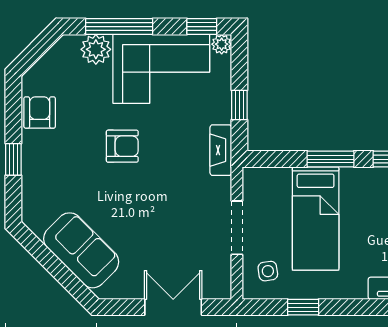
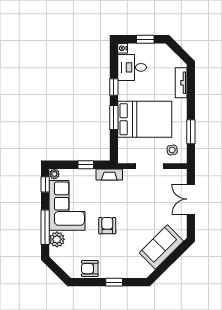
bed: (316, 219) -> (145, 119), width x1.50
window: (303, 307) -> (191, 132), width x1.50

